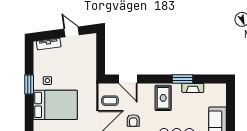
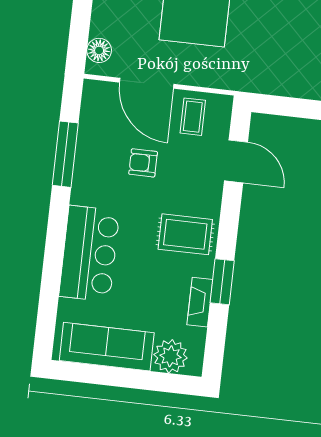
door: (128, 79) -> (236, 161), swing flipped
plant: (219, 98) -> (171, 356), added

